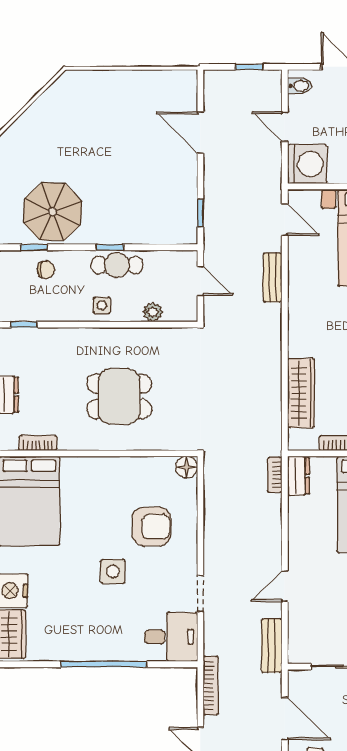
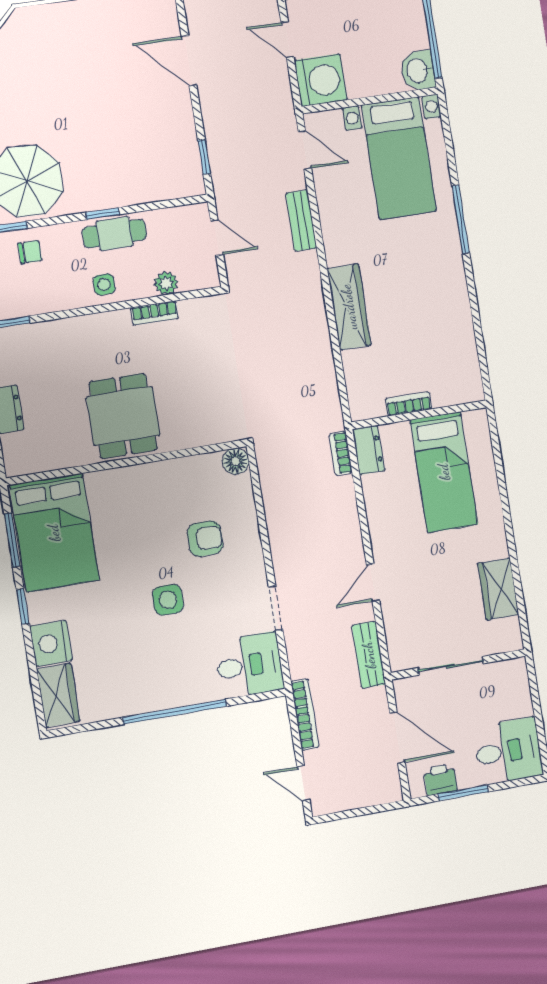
wardrobe: (301, 393) -> (349, 307), moved
dining table: (119, 396) -> (123, 416), moved, turned 90
bookcase: (38, 443) -> (155, 313), moved, turned 180
armchair: (151, 527) -> (205, 539), width x0.72, depth x0.72

